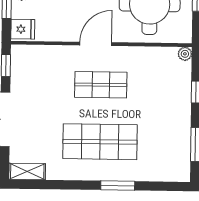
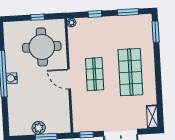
fridge: (23, 29) -> (63, 126), removed
window: (118, 186) -> (156, 32), moved

